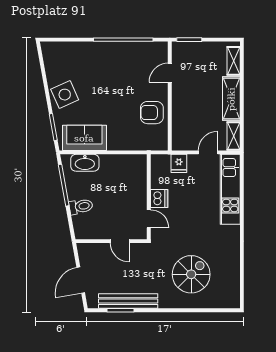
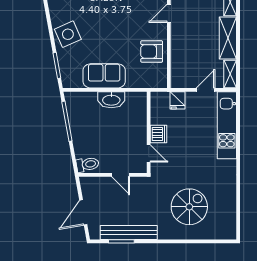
sofa: (84, 138) -> (104, 76), moved
washbasin: (85, 163) -> (111, 100), moved
toilet: (81, 206) -> (88, 164), moved

